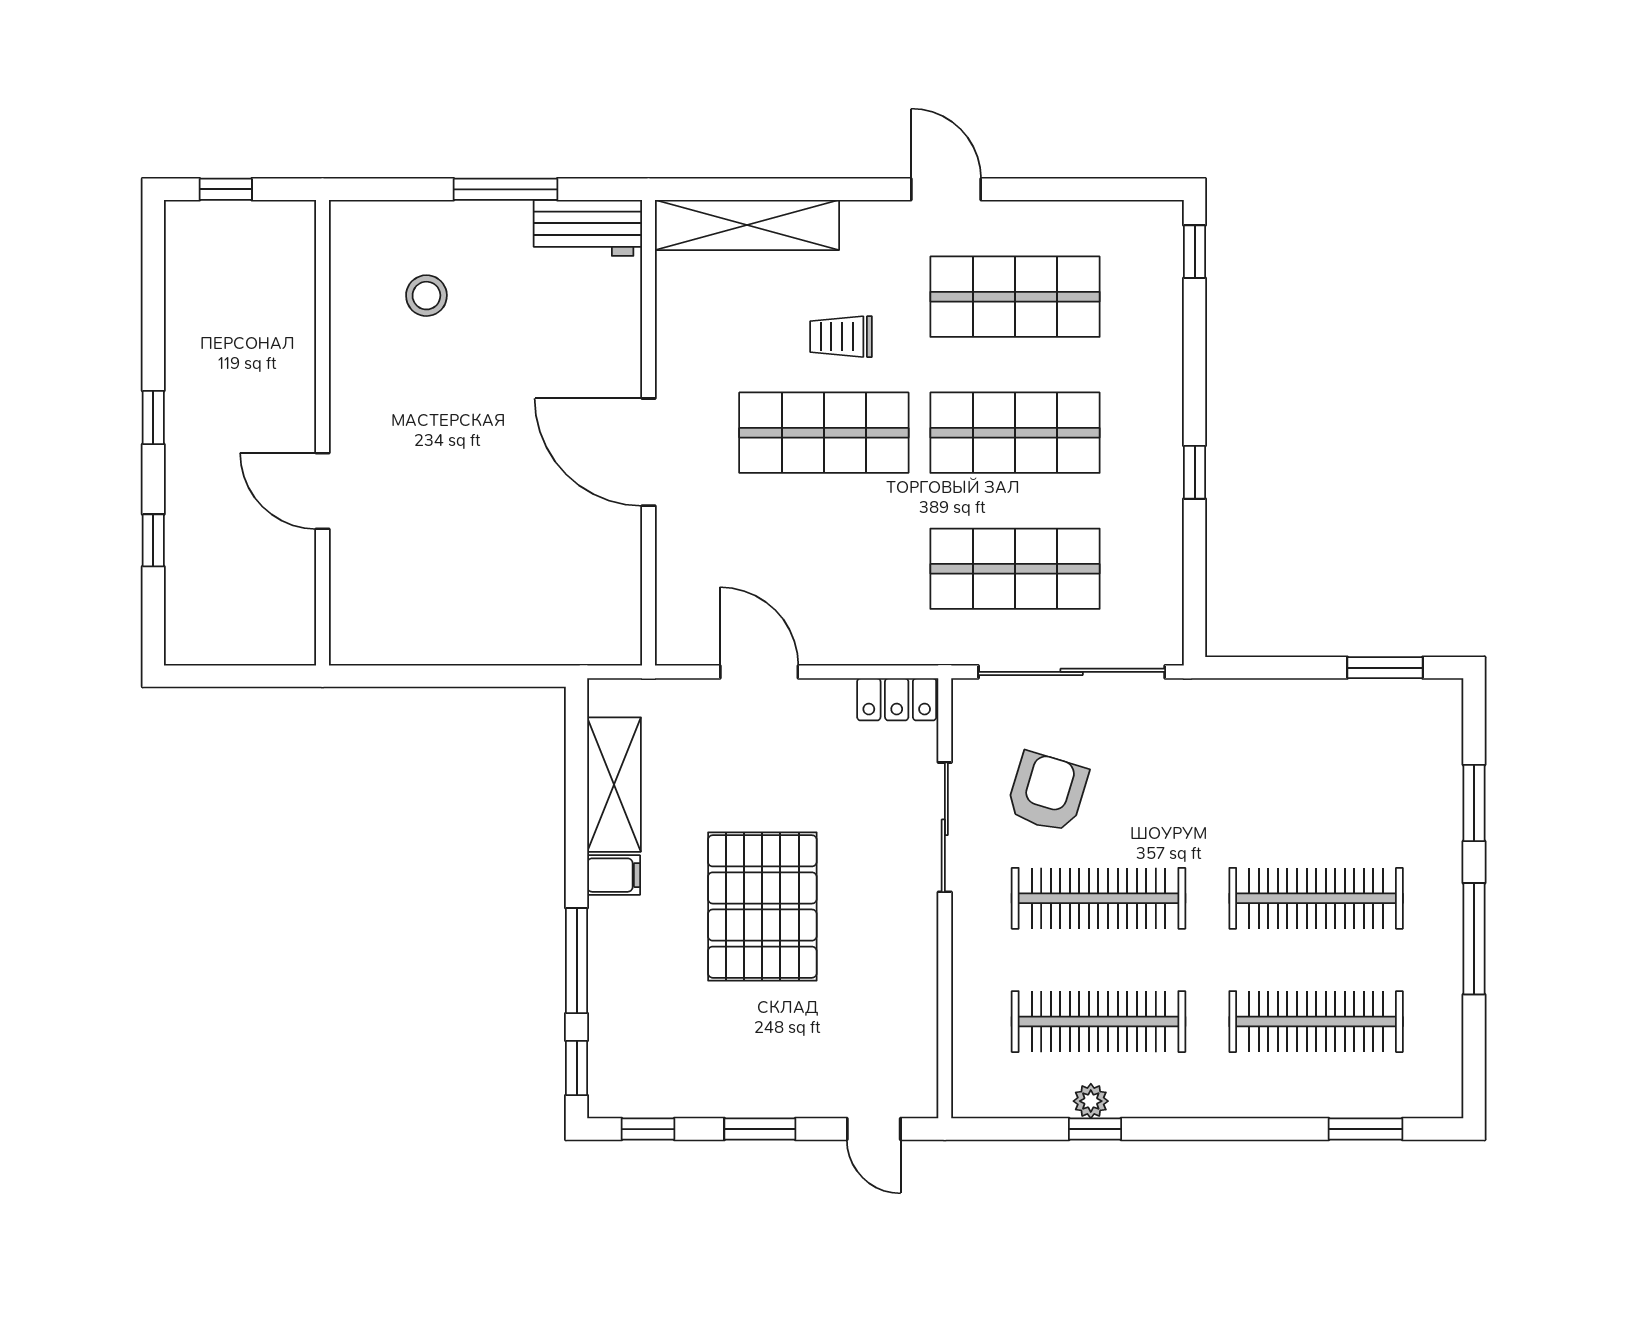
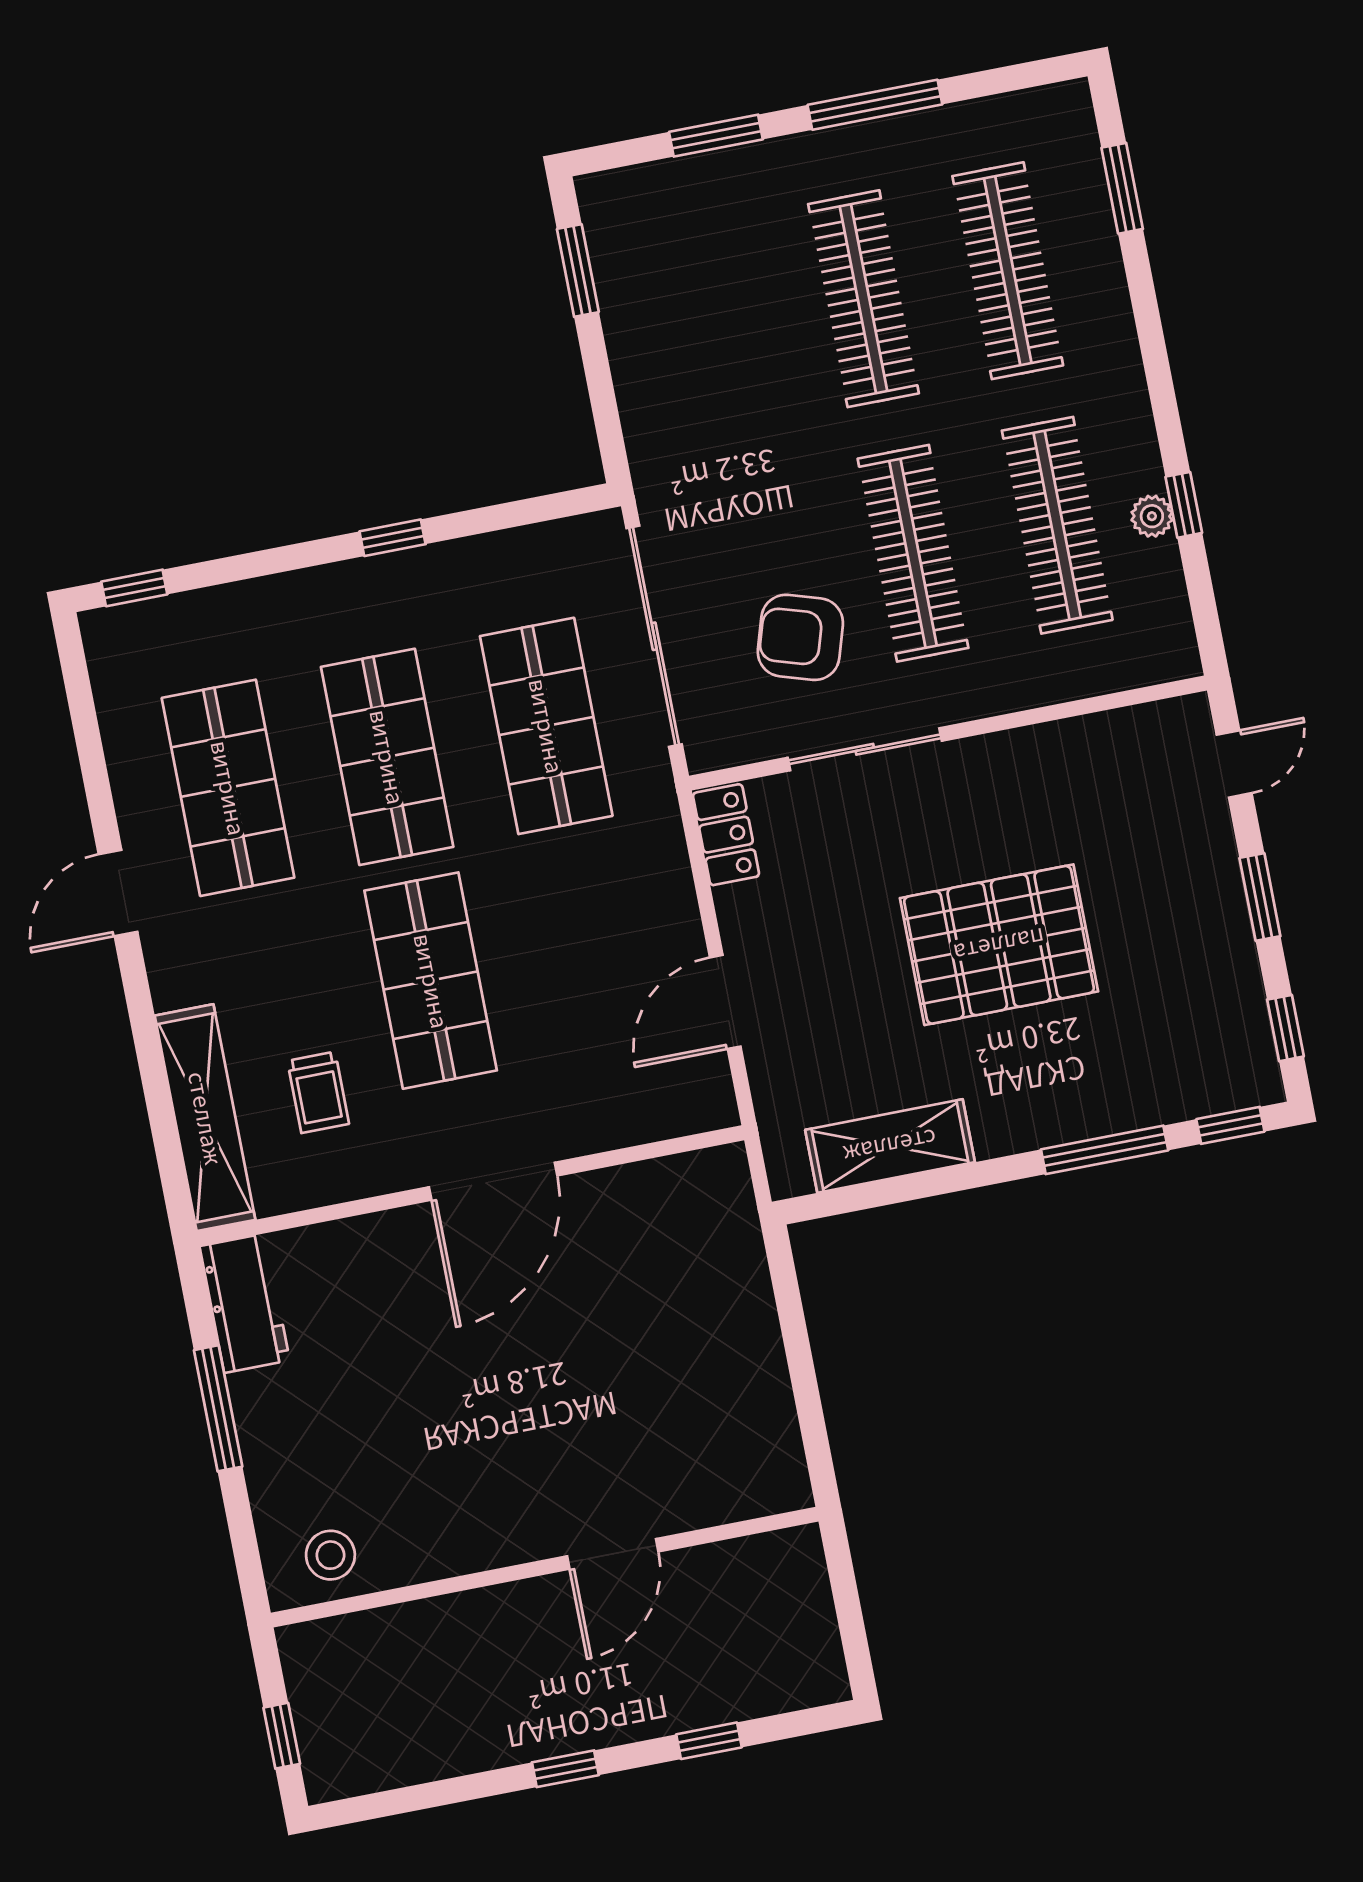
stool: (426, 296) -> (330, 1555), moved
trolley: (841, 337) -> (318, 1092), moved
filing cabinet: (614, 875) -> (996, 1126), removed

